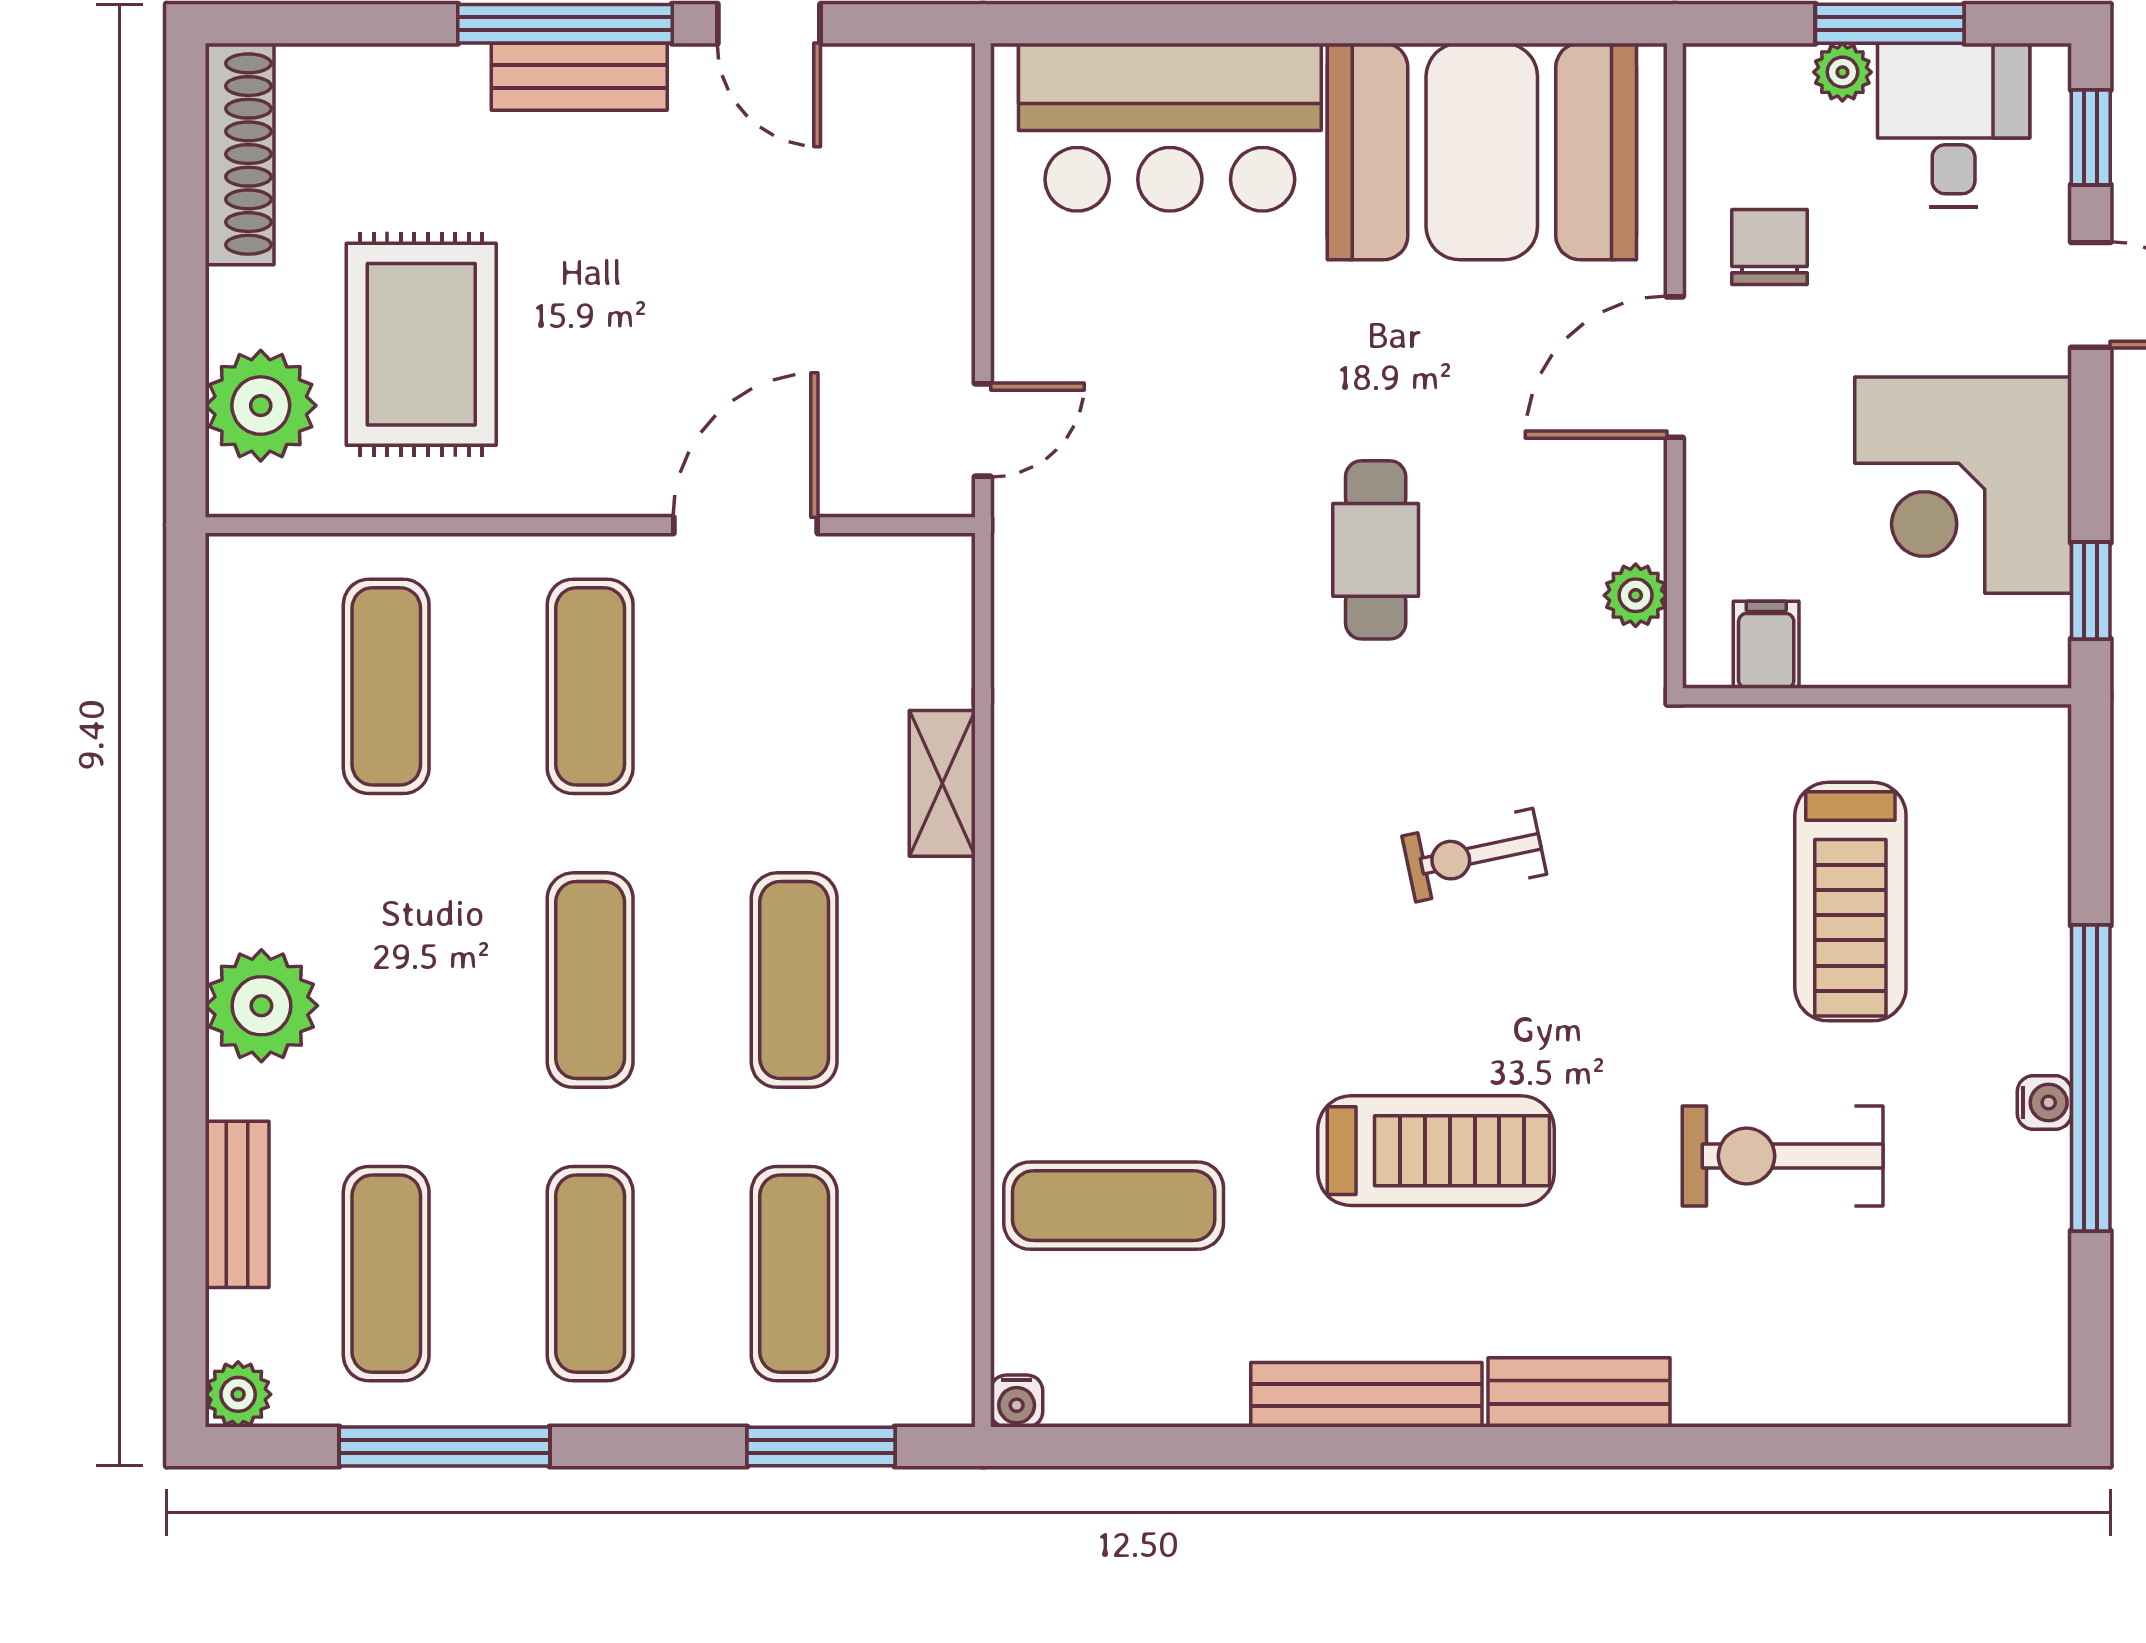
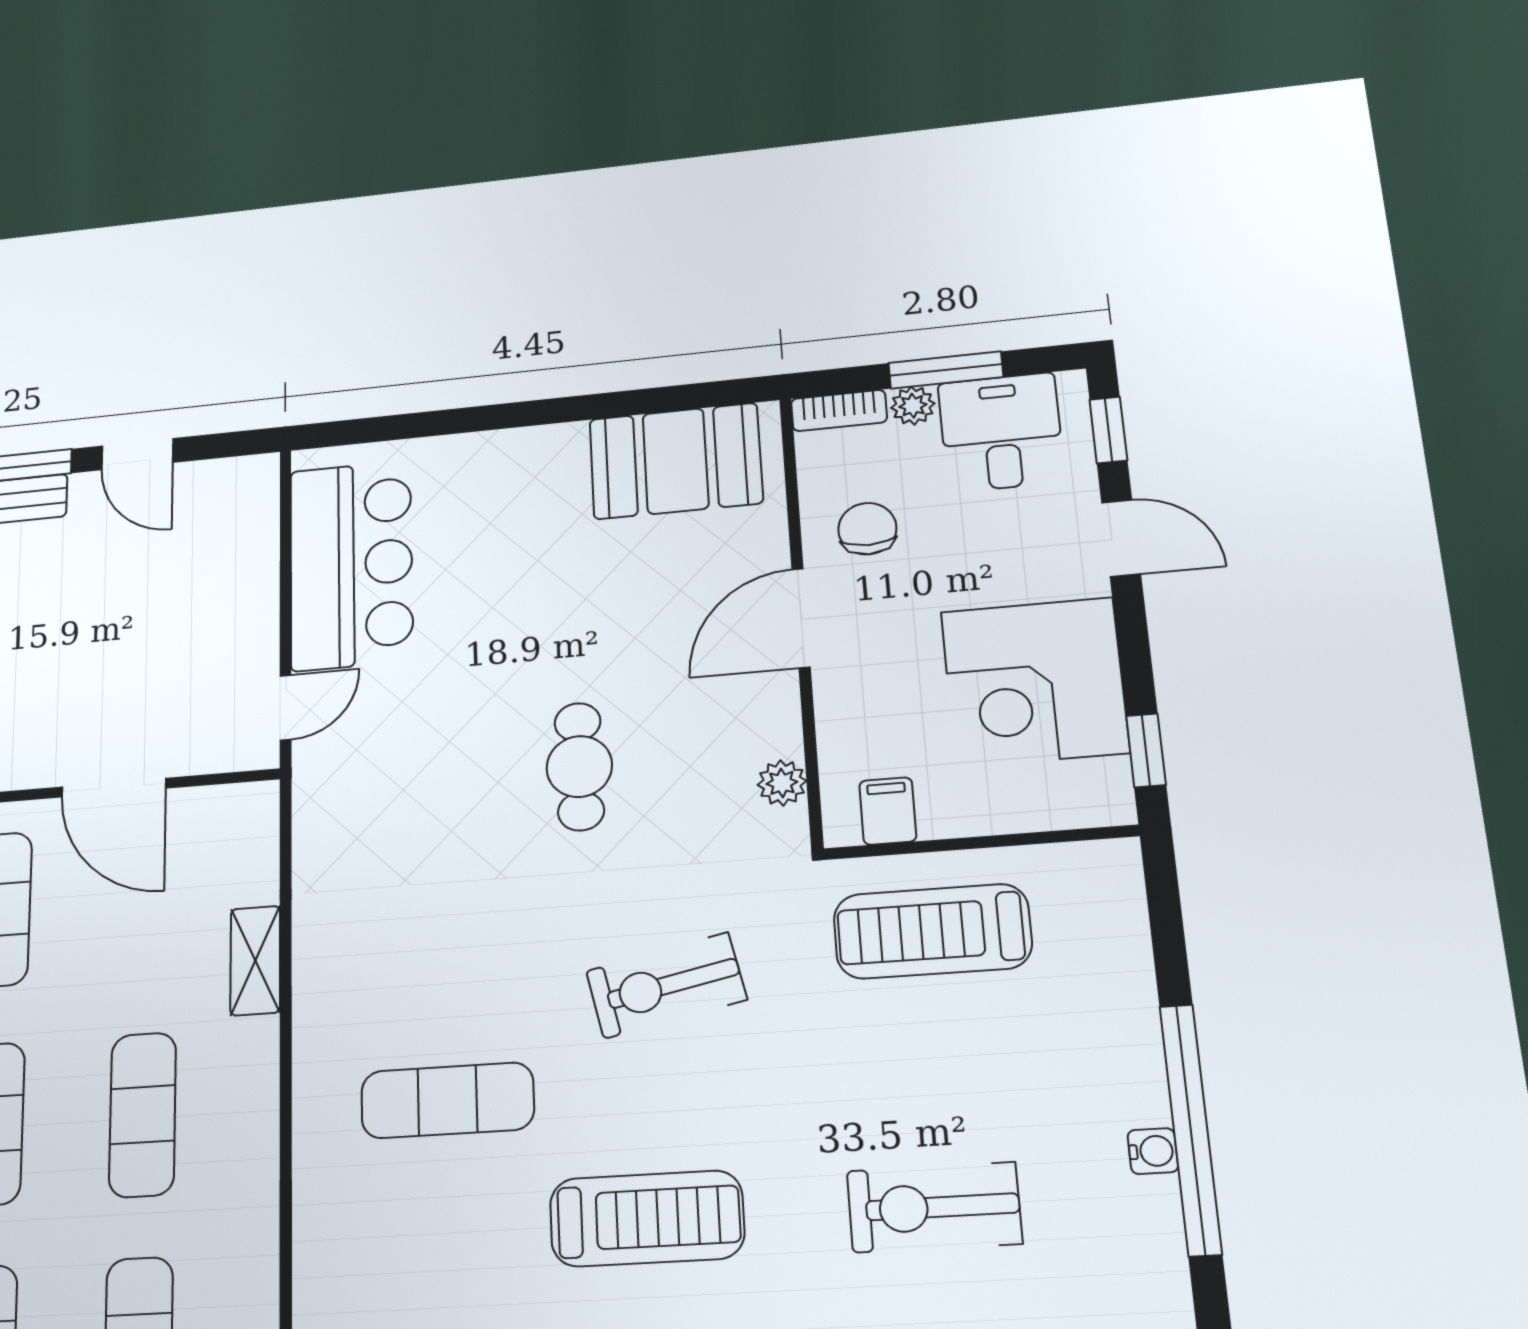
bookcase: (1745, 68) -> (839, 411), added
bar counter: (1170, 127) -> (351, 565), moved, turned -90
booth: (1482, 151) -> (676, 461), width x0.73, depth x0.70
door: (746, 525) -> (114, 788), swing flipped
exercise bike: (1474, 855) -> (666, 985), width x1.38, depth x1.39
treadmill: (1850, 902) -> (932, 931), moved, turned 90
exercise mat: (1114, 1206) -> (447, 1100), moved

